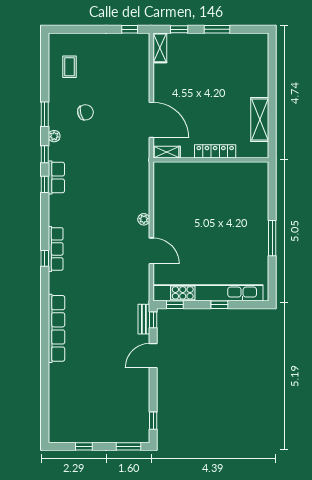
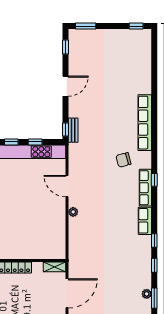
chair: (85, 112) -> (123, 160), moved
door: (151, 120) -> (67, 293), swing flipped
plant: (54, 136) -> (147, 294), moved
row of seats: (56, 178) -> (145, 221), moved
window: (175, 305) -> (35, 142), moved
door: (153, 356) -> (65, 86), moved
window: (84, 446) -> (136, 26), moved

